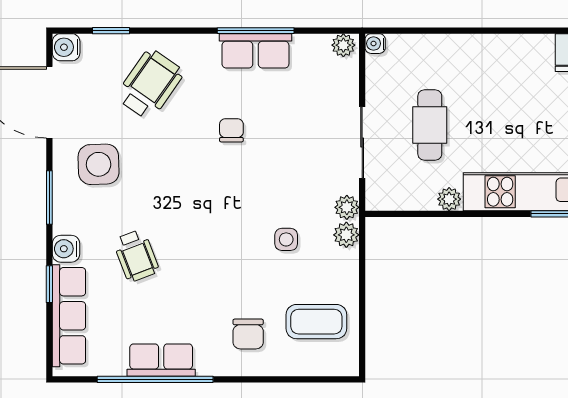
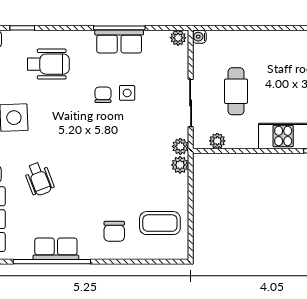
wheelchair: (150, 84) -> (48, 64), turned 55
plant: (449, 199) -> (217, 141), moved
side table: (286, 239) -> (127, 93), moved

